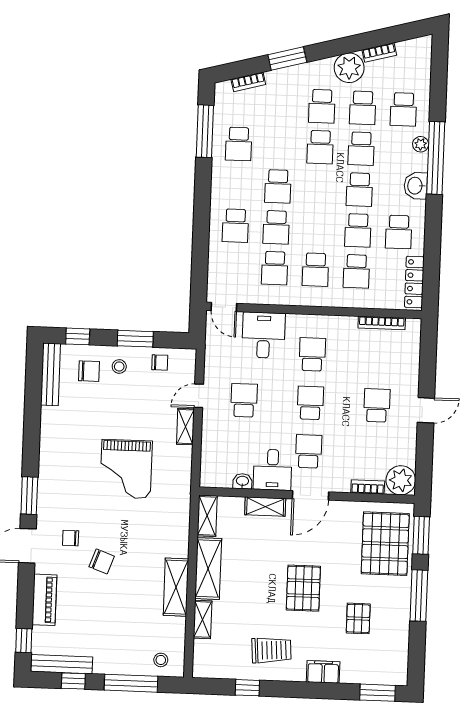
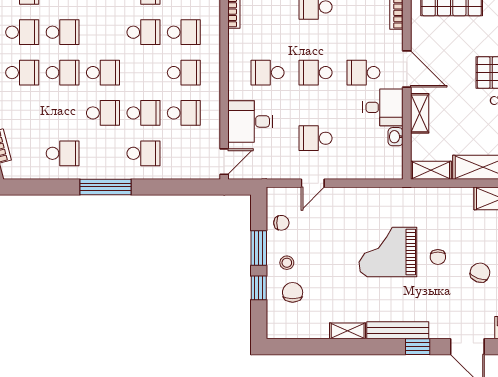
window: (205, 131) -> (106, 187), moved
school desk: (359, 190) -> (103, 73), moved
window: (78, 336) -> (259, 288), moved
chair: (160, 362) -> (281, 223), turned 90
bench: (50, 374) -> (398, 330), moved
door: (199, 396) -> (313, 183), hinge flipped
shelving: (185, 427) -> (348, 331), moved
grand piano: (126, 469) -> (388, 252), turned 180
window: (29, 496) -> (418, 347), width x0.67
chair: (71, 538) -> (438, 257), moved

